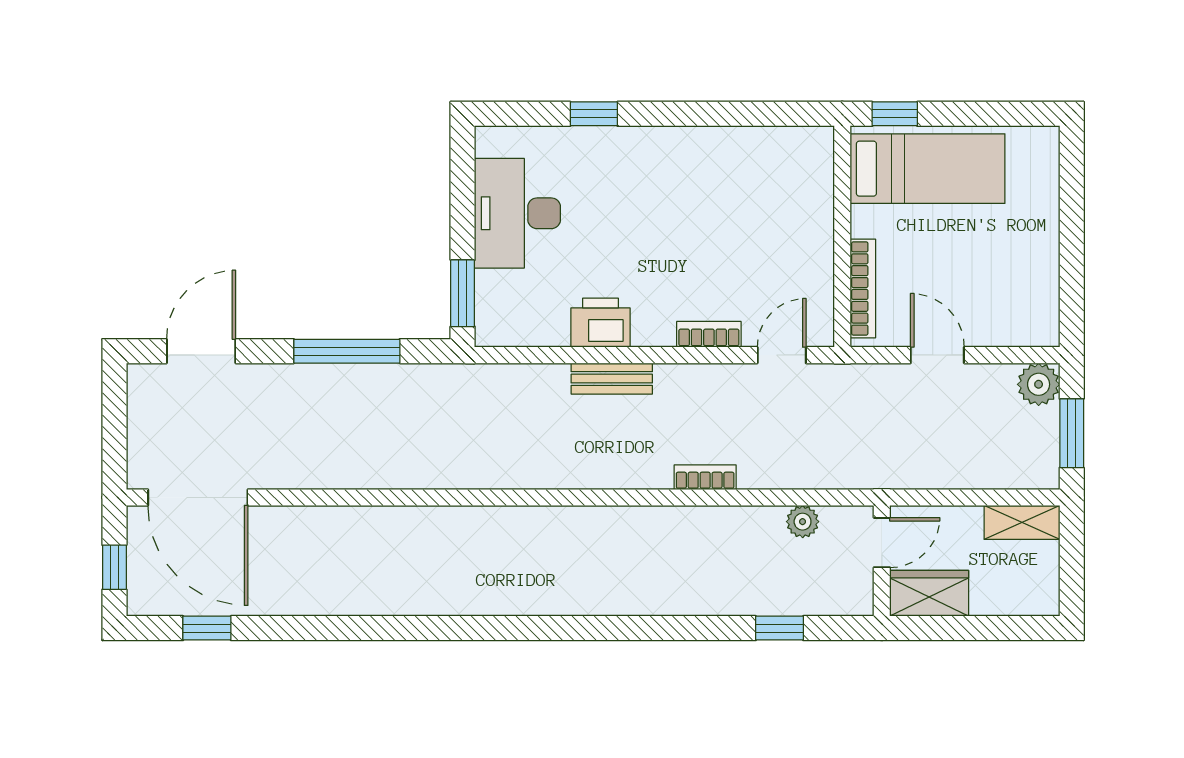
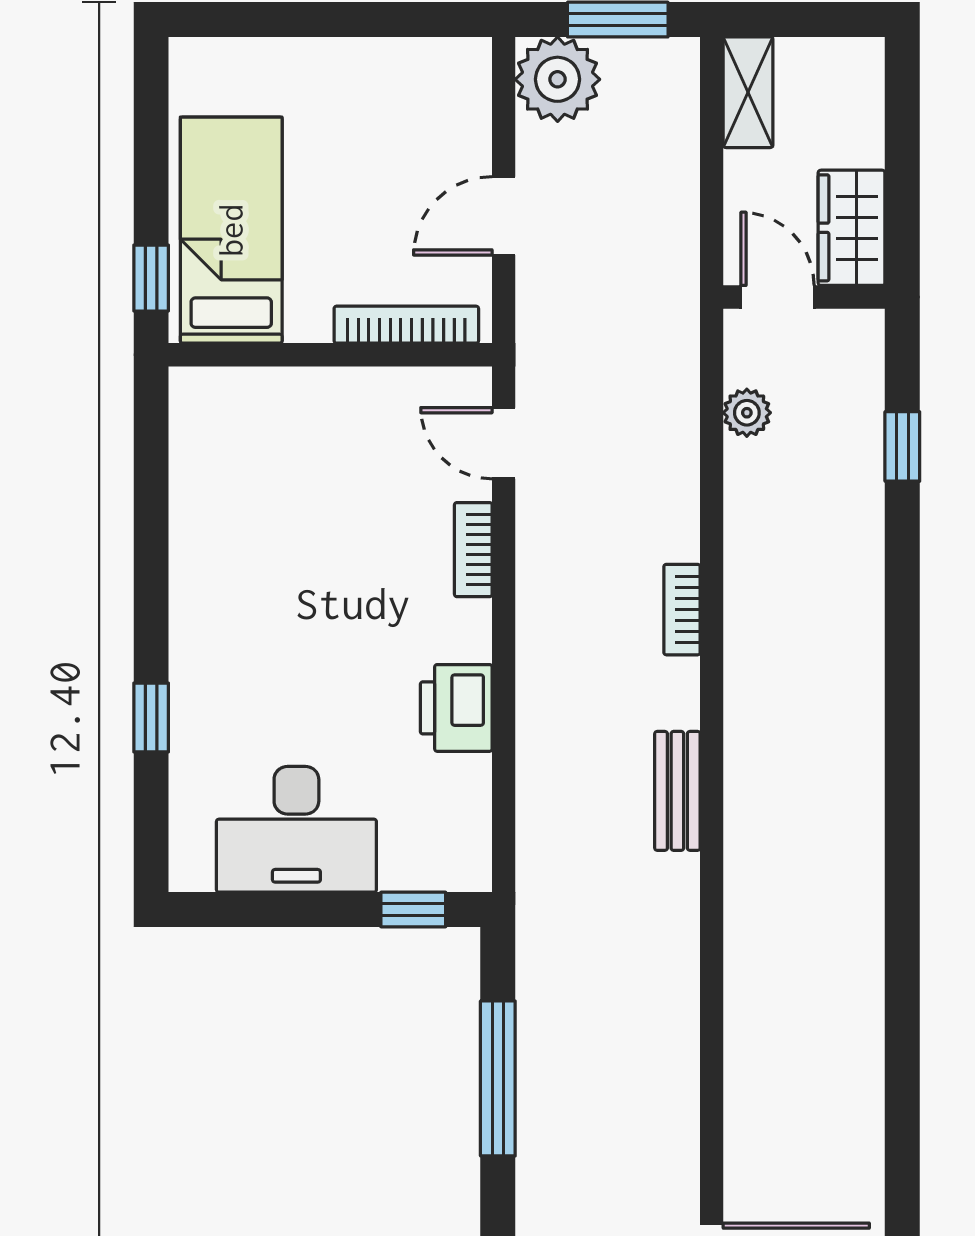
window: (463, 293) -> (413, 909), width x0.67
bench: (612, 379) -> (677, 791), moved
plant: (1039, 384) -> (558, 79), width x1.36, depth x1.36
bookcase: (705, 477) -> (682, 610), moved

